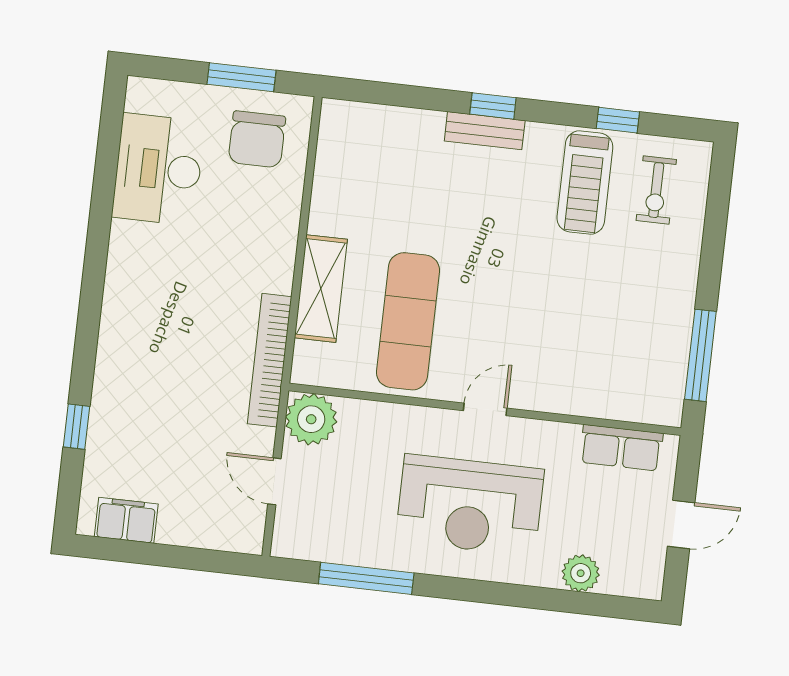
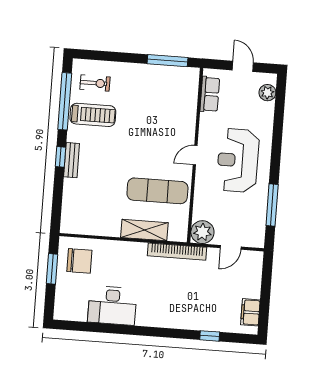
window: (618, 120) -> (65, 101), width x3.17
desk: (158, 169) -> (112, 305), moved
door: (485, 409) -> (195, 155), hinge flipped
reception desk: (470, 505) -> (238, 160), turned 180
plant: (581, 573) -> (267, 93), moved

